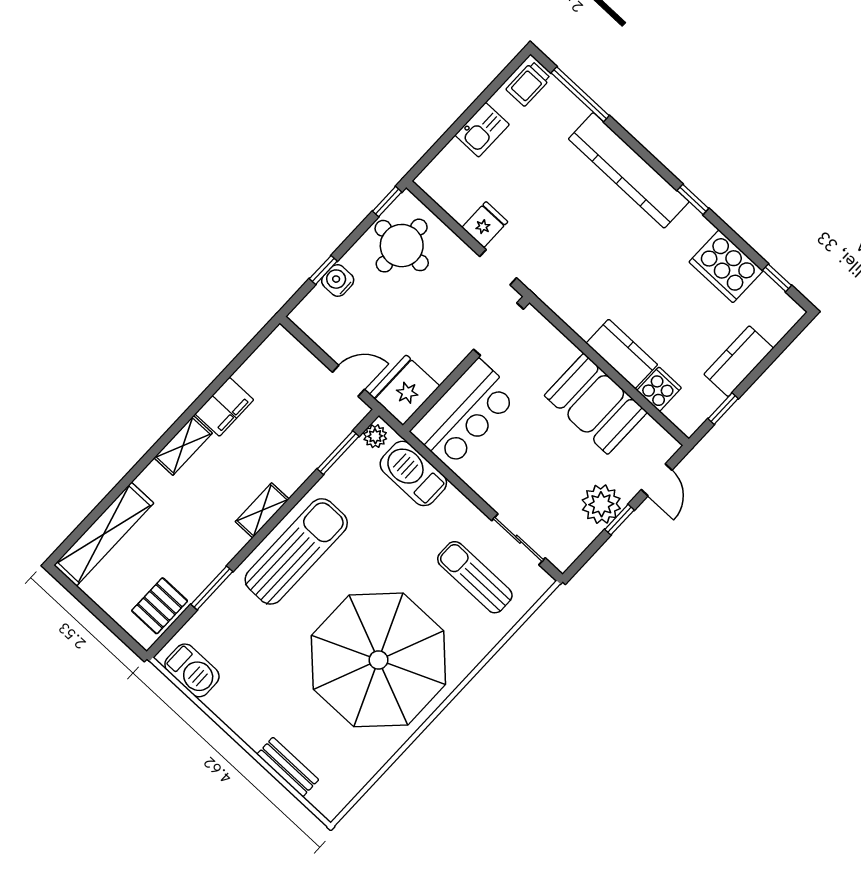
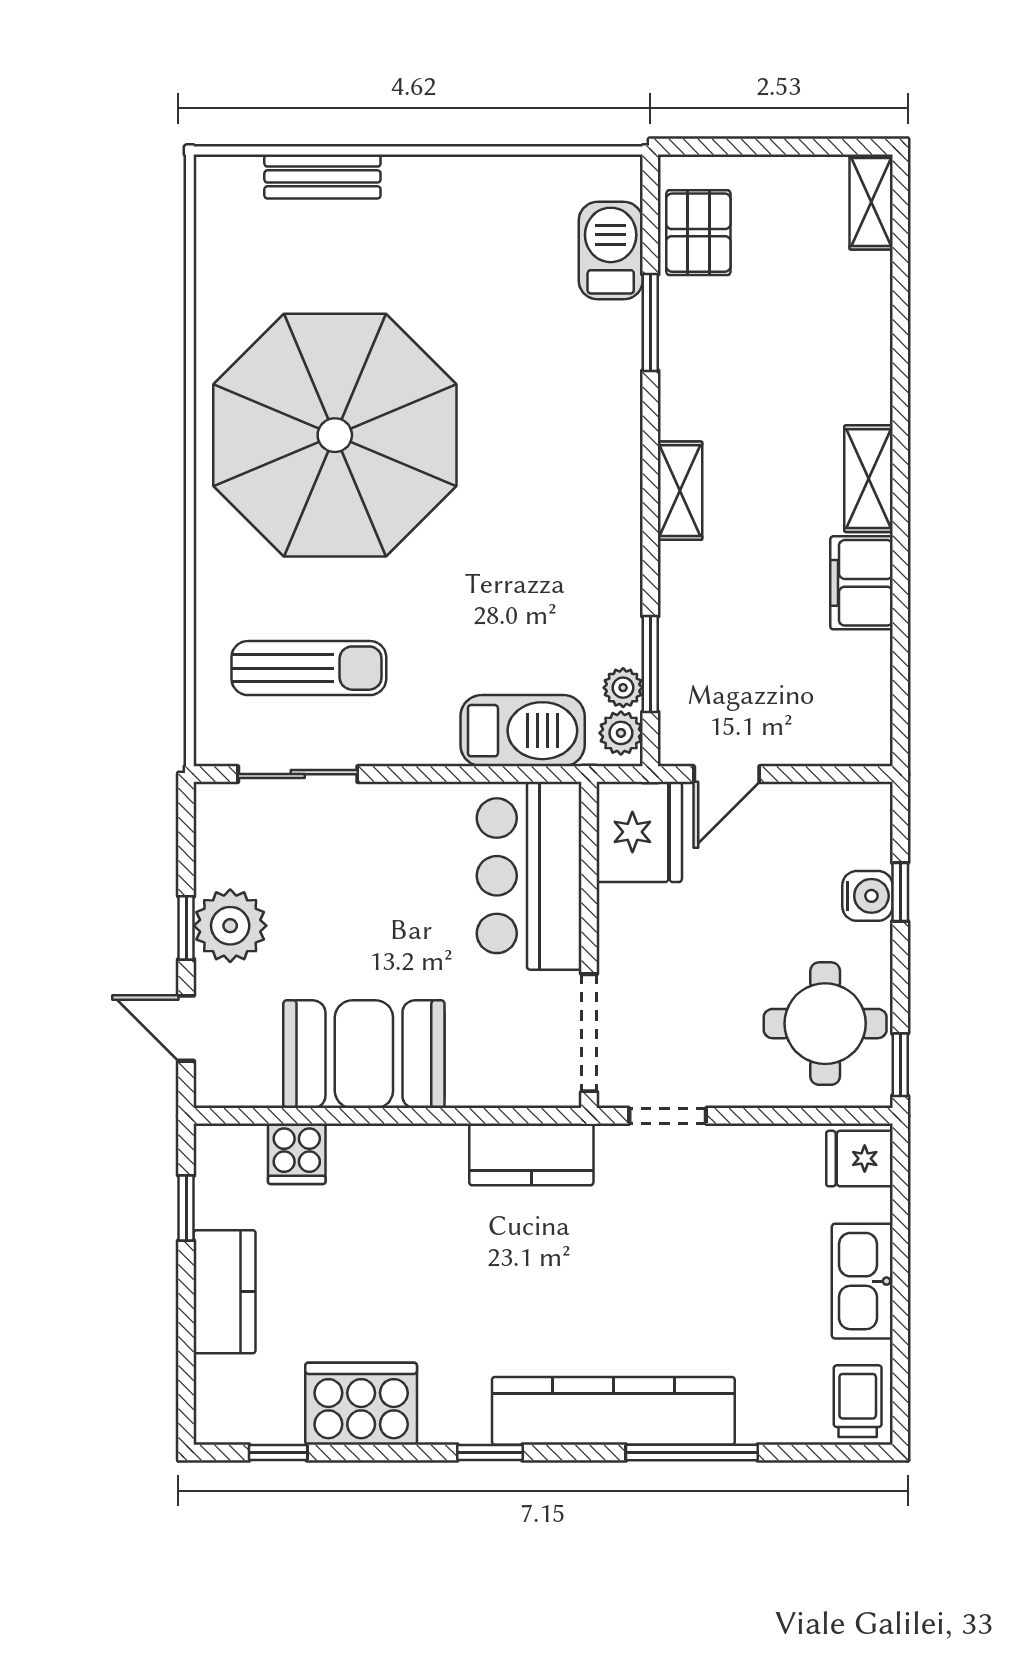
window: (580, 94) -> (692, 1452), moved
kitchen sink: (482, 130) -> (862, 1281), width x1.38
fridge: (485, 225) -> (859, 1159), moved, turned 90
kitchen counter: (622, 354) -> (531, 1154), moved
plant: (358, 453) -> (623, 688), added
shelving: (104, 534) -> (871, 202), width x0.45, depth x0.75
sun lounger: (296, 551) -> (582, 478), removed
barbecue: (192, 670) -> (611, 251), moved, turned 90

